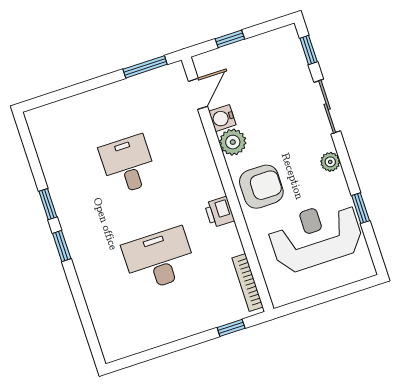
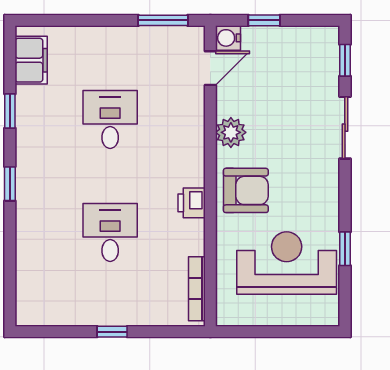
water cooler: (222, 118) -> (228, 38), moved
filing cabinet: (45, 137) -> (31, 60), added
plant: (330, 162) -> (329, 188), removed
window: (48, 204) -> (10, 111), moved
desk: (159, 259) -> (110, 233), width x0.73
window: (231, 328) -> (112, 332), moved

